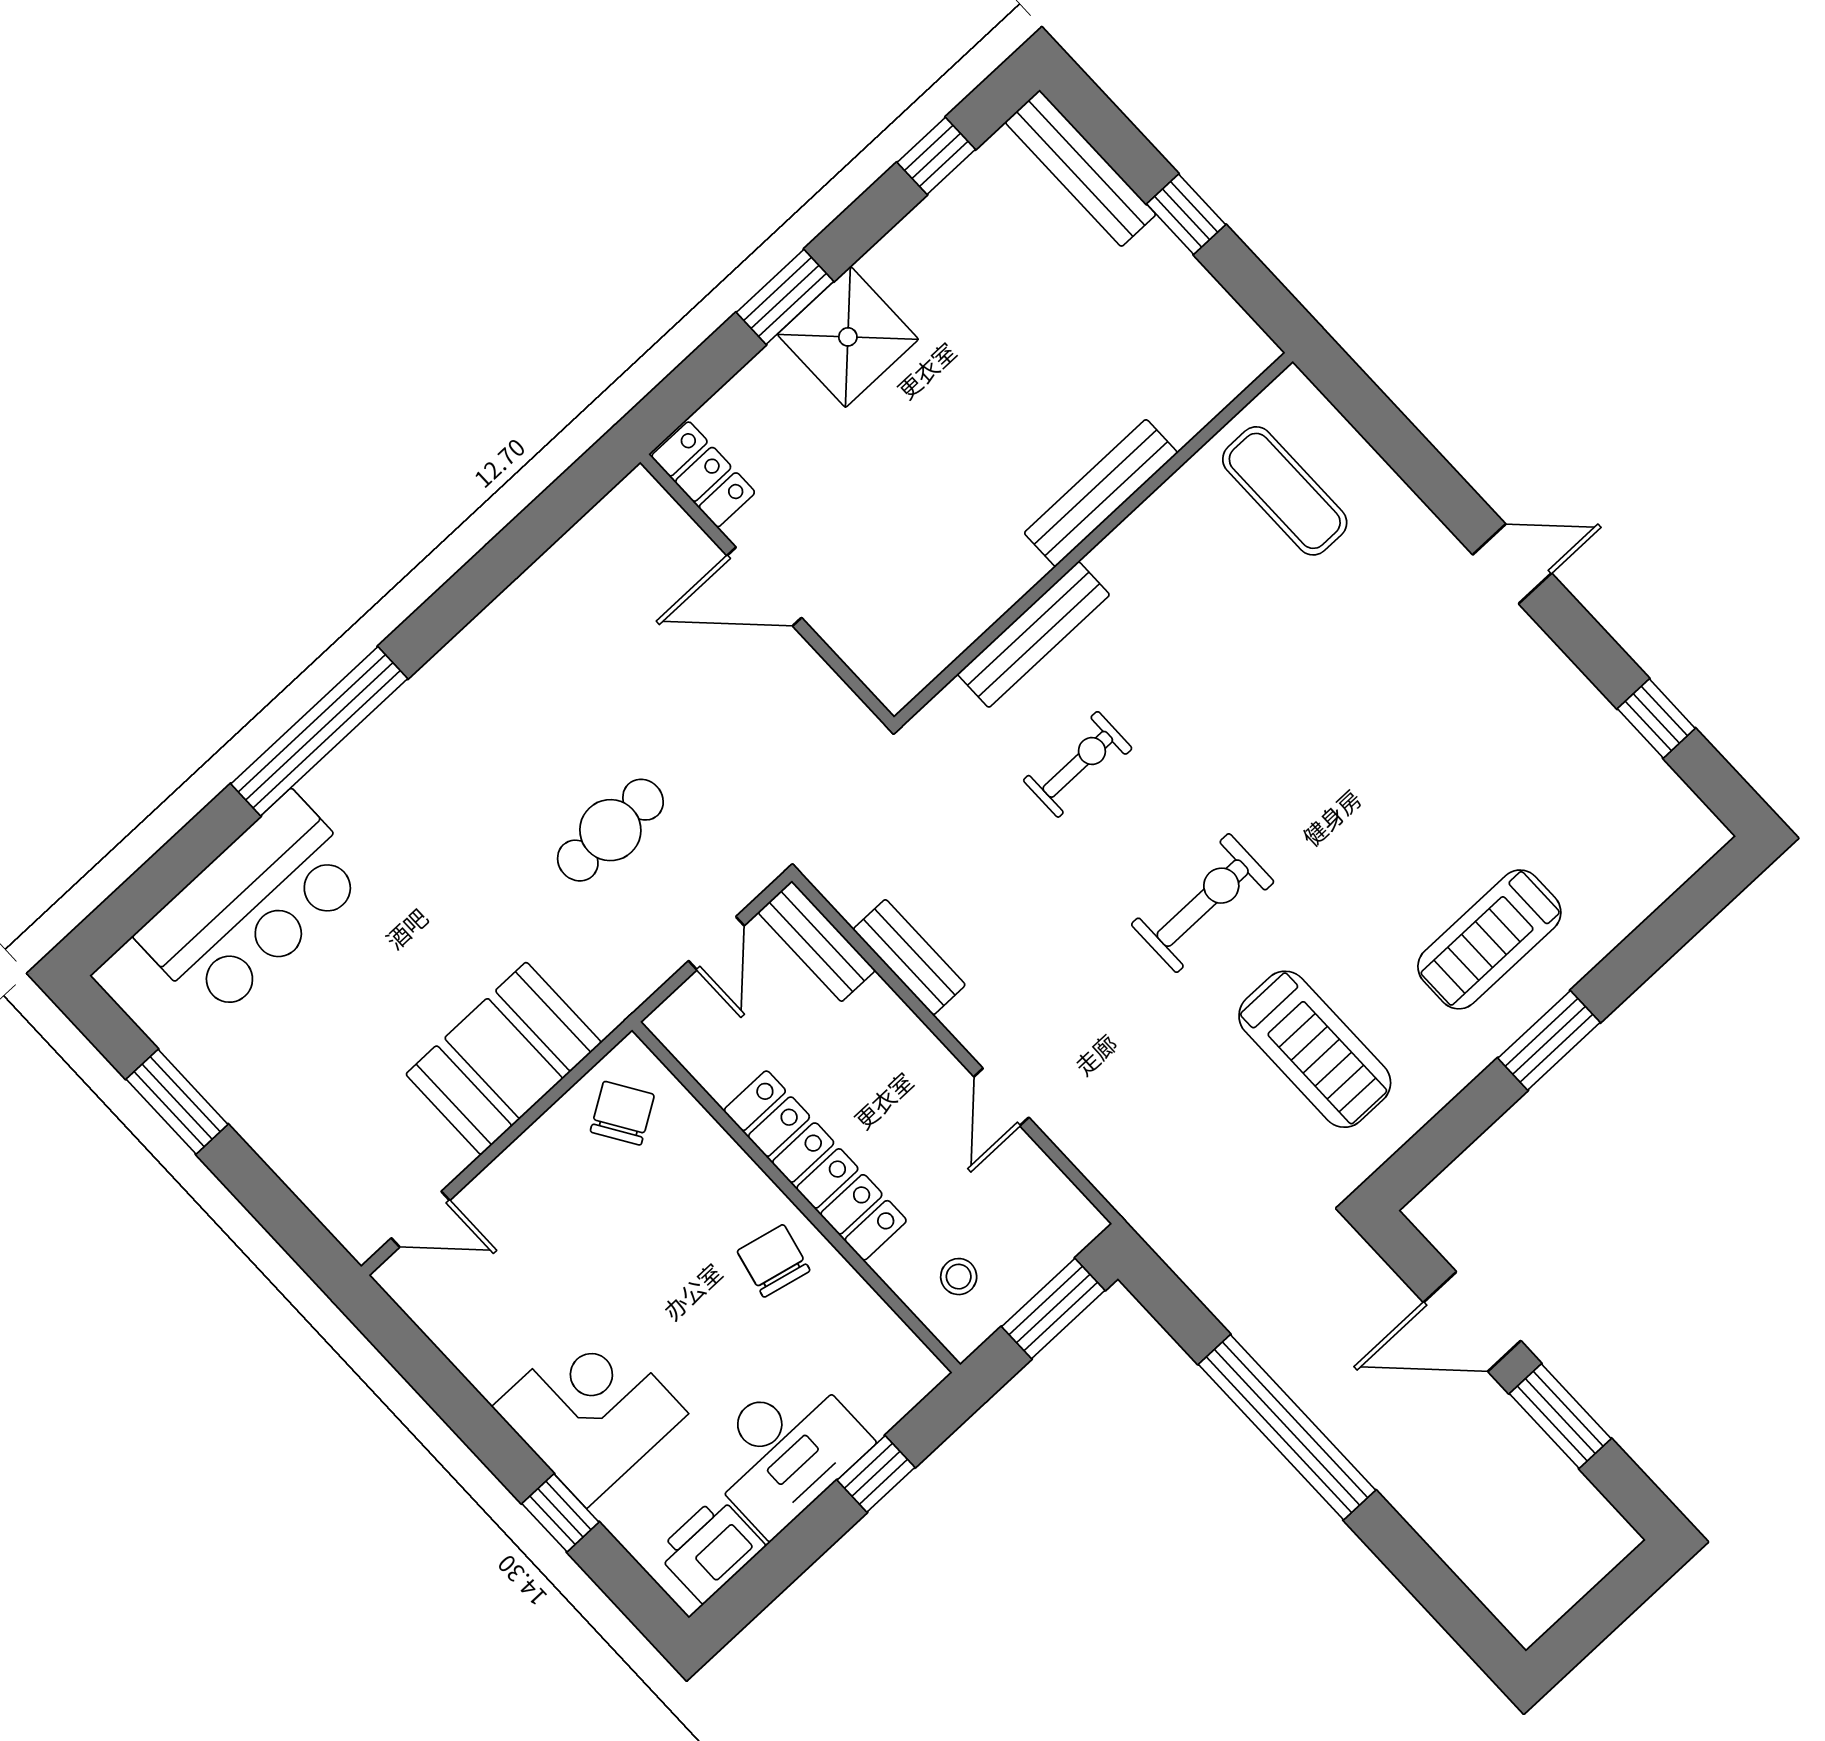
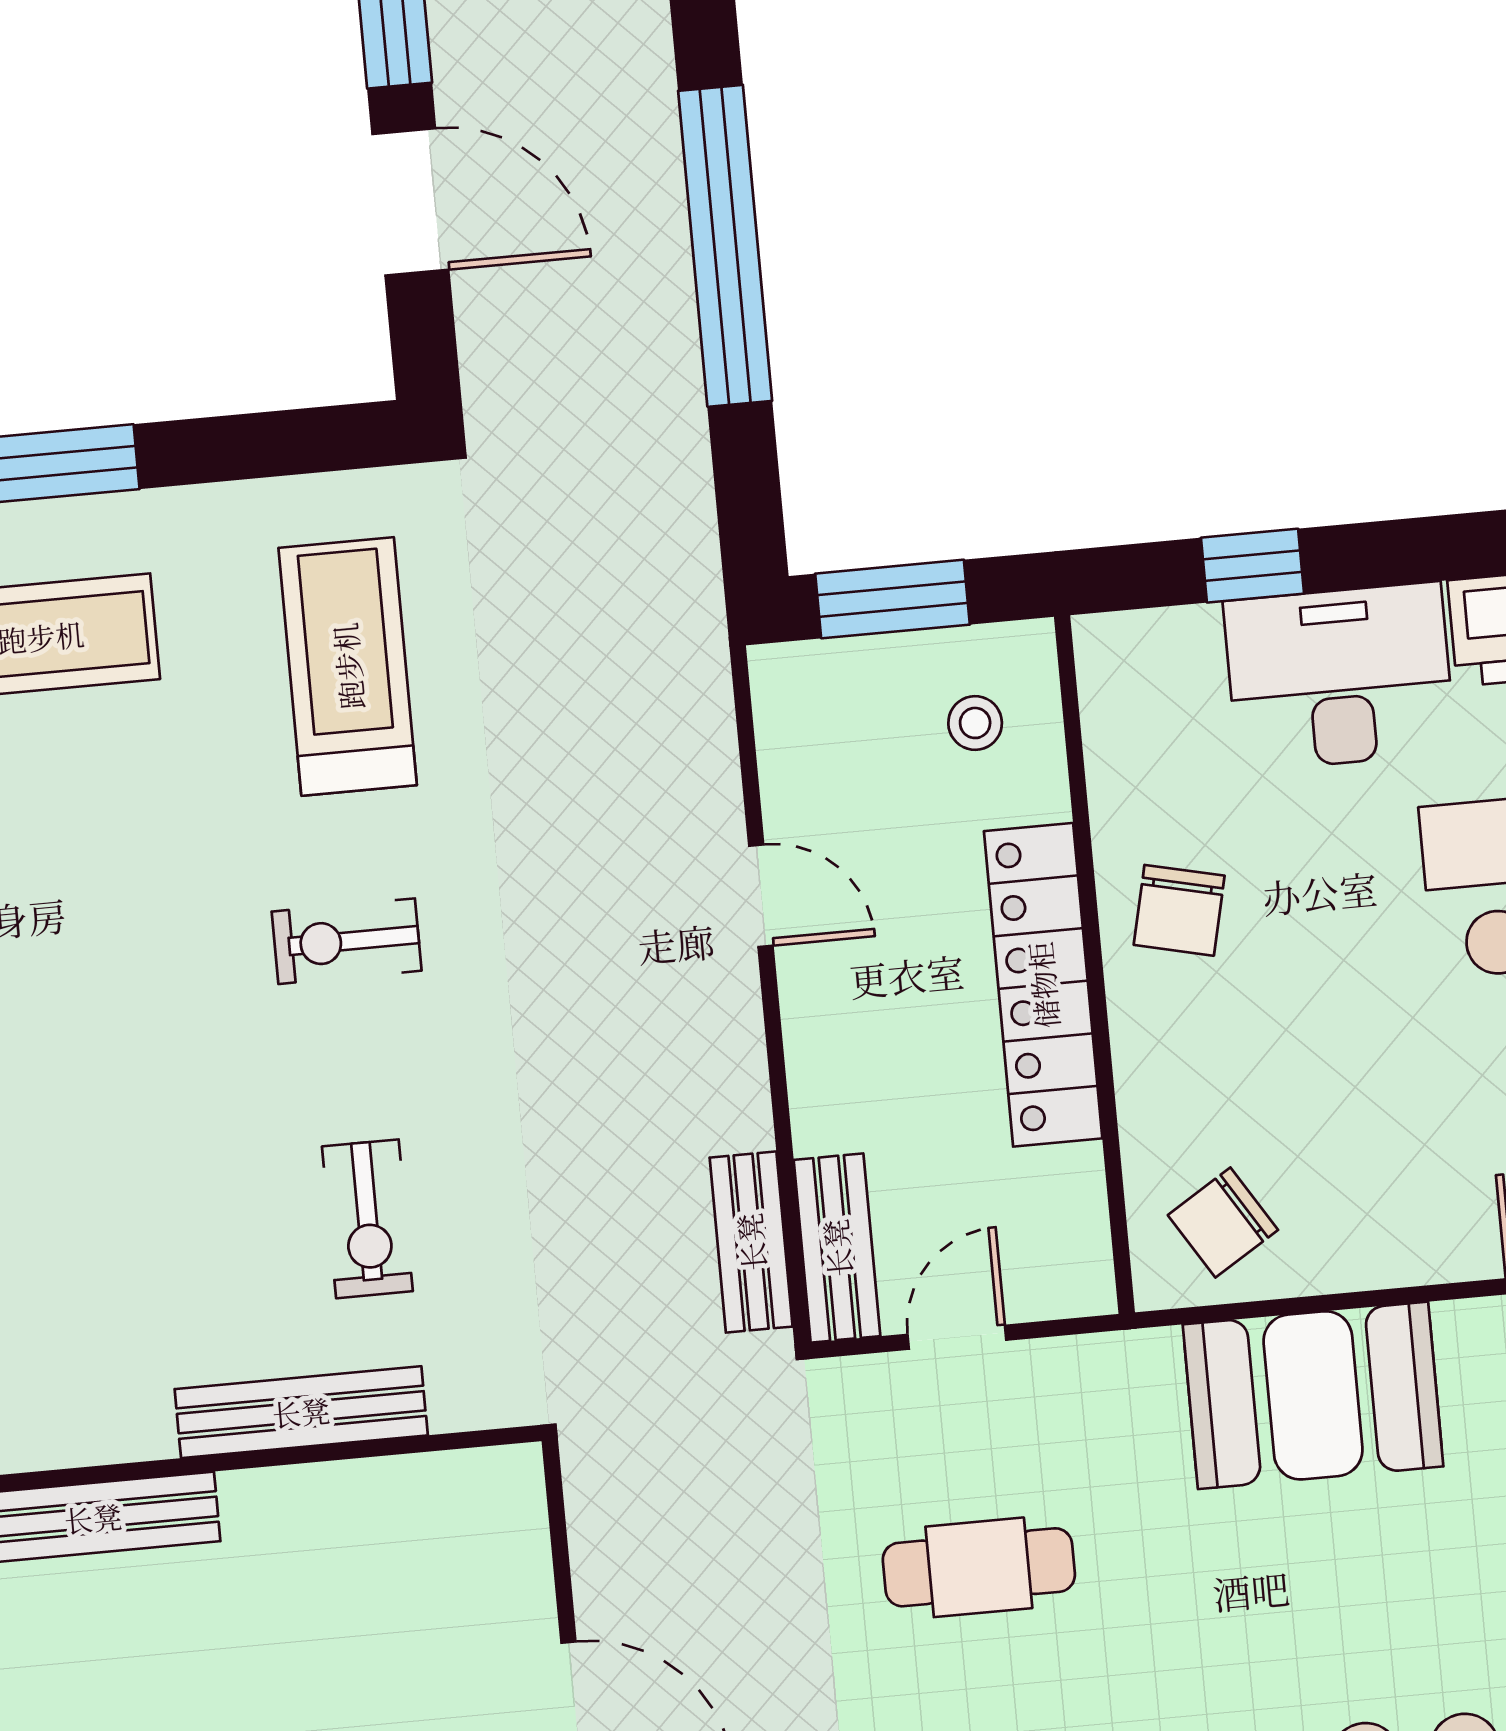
exercise bike: (1078, 764) -> (367, 1219), turned -90
exercise bike: (1203, 903) -> (347, 941), width x0.73, depth x0.72
bench: (909, 957) -> (751, 1242), moved
door: (1001, 1097) -> (761, 896), hinge flipped

